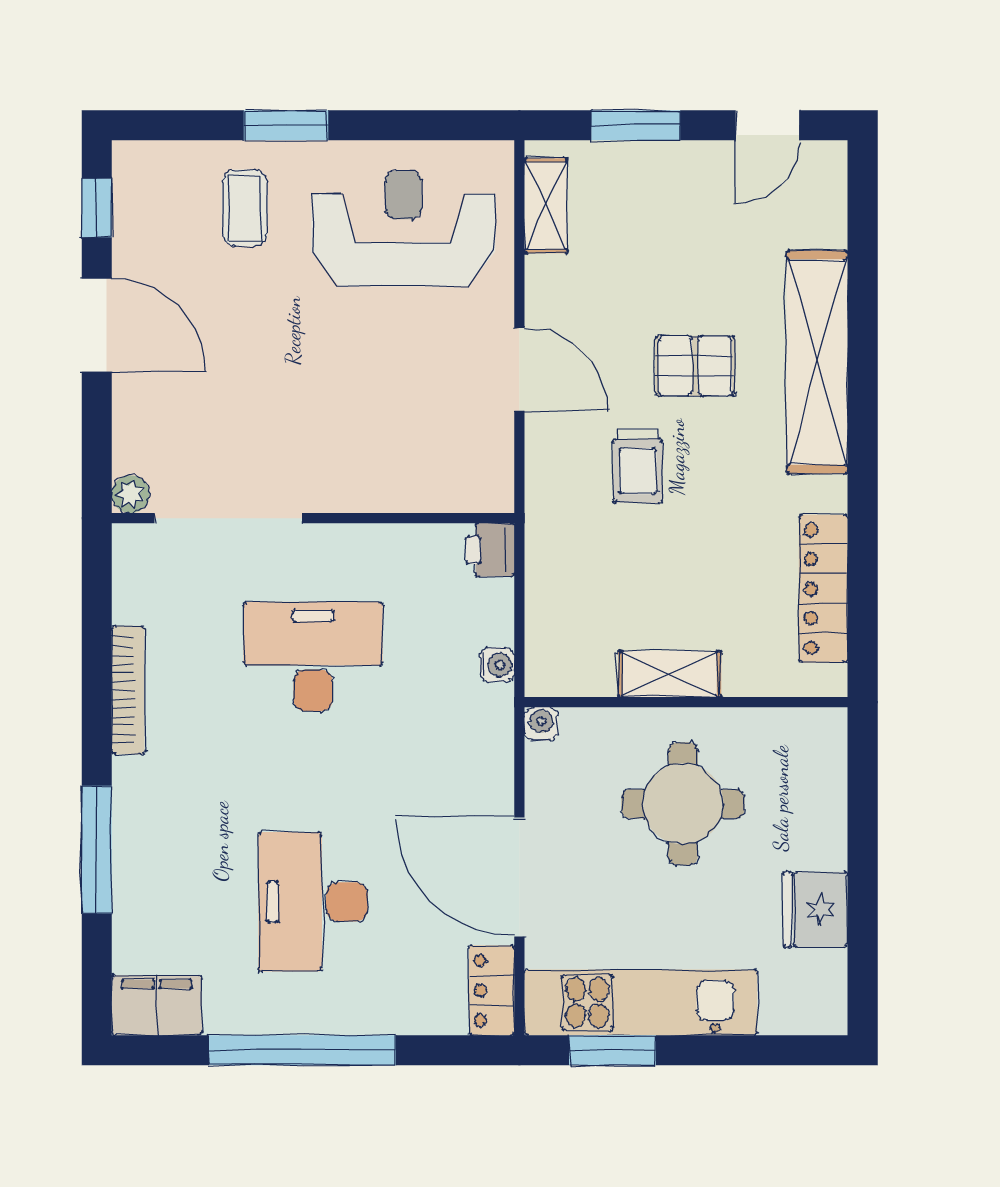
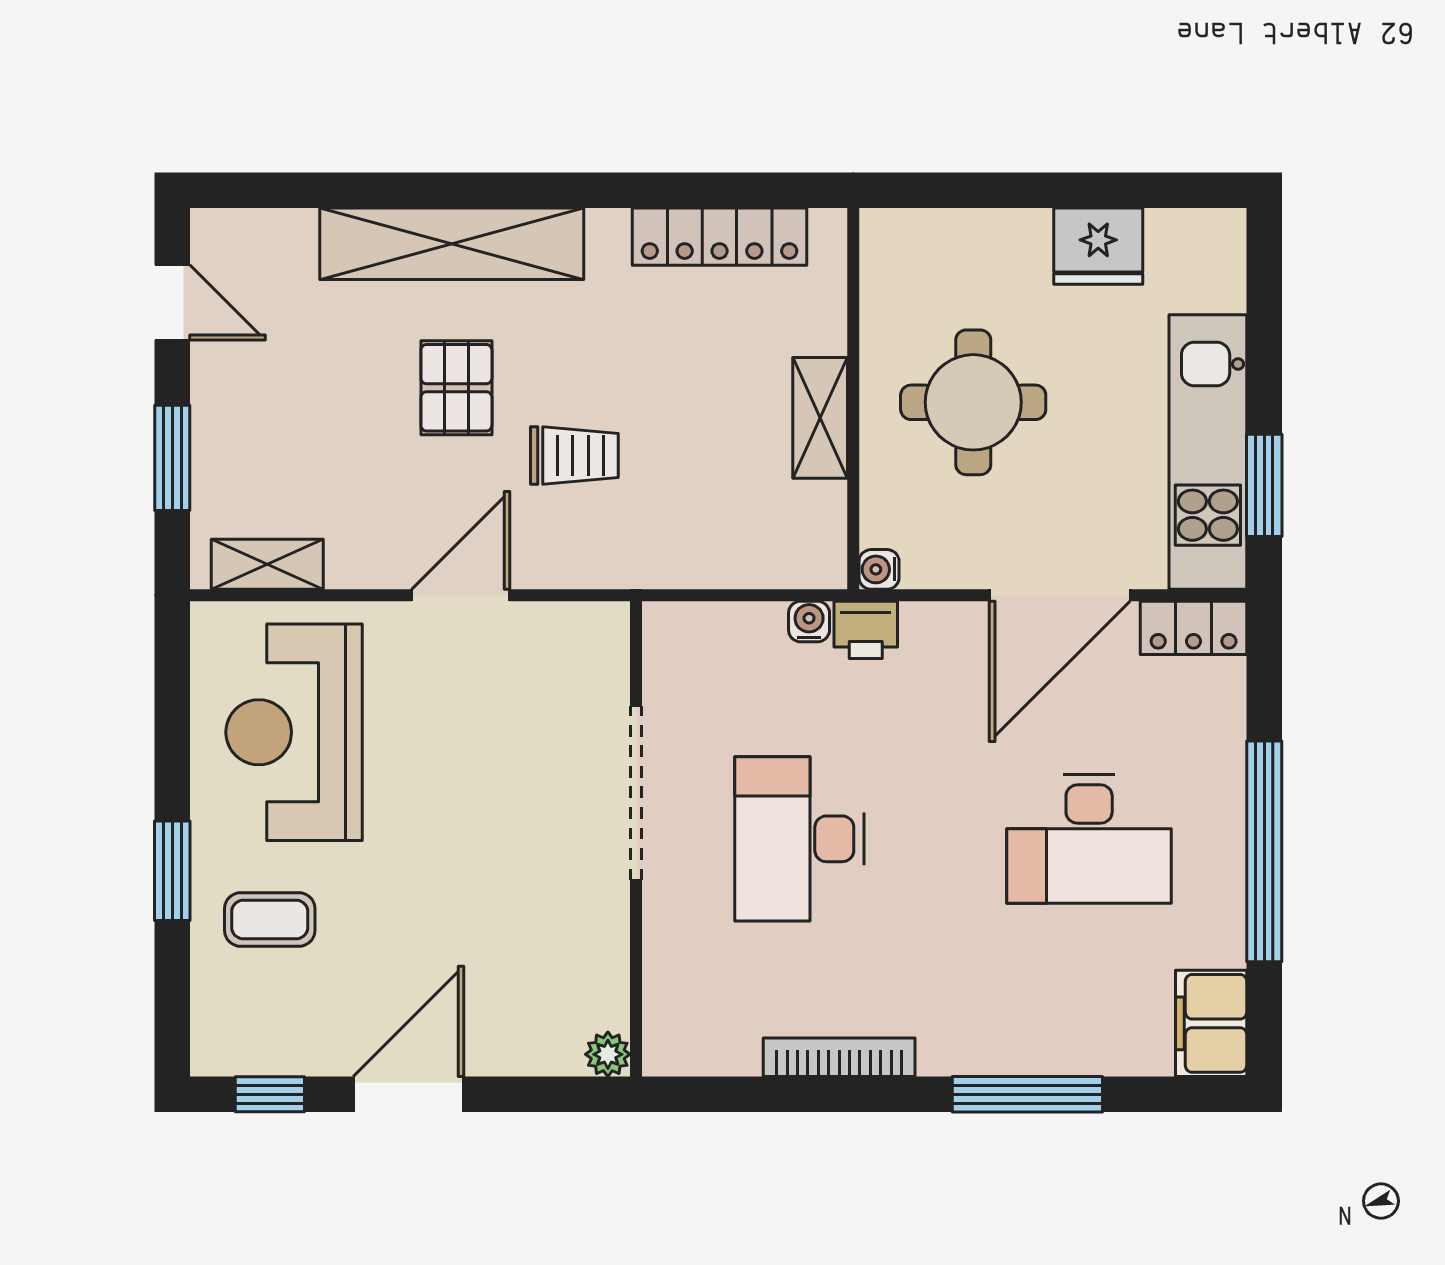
doorway: (228, 518) -> (636, 793), moved
printer: (490, 550) -> (866, 630), moved

